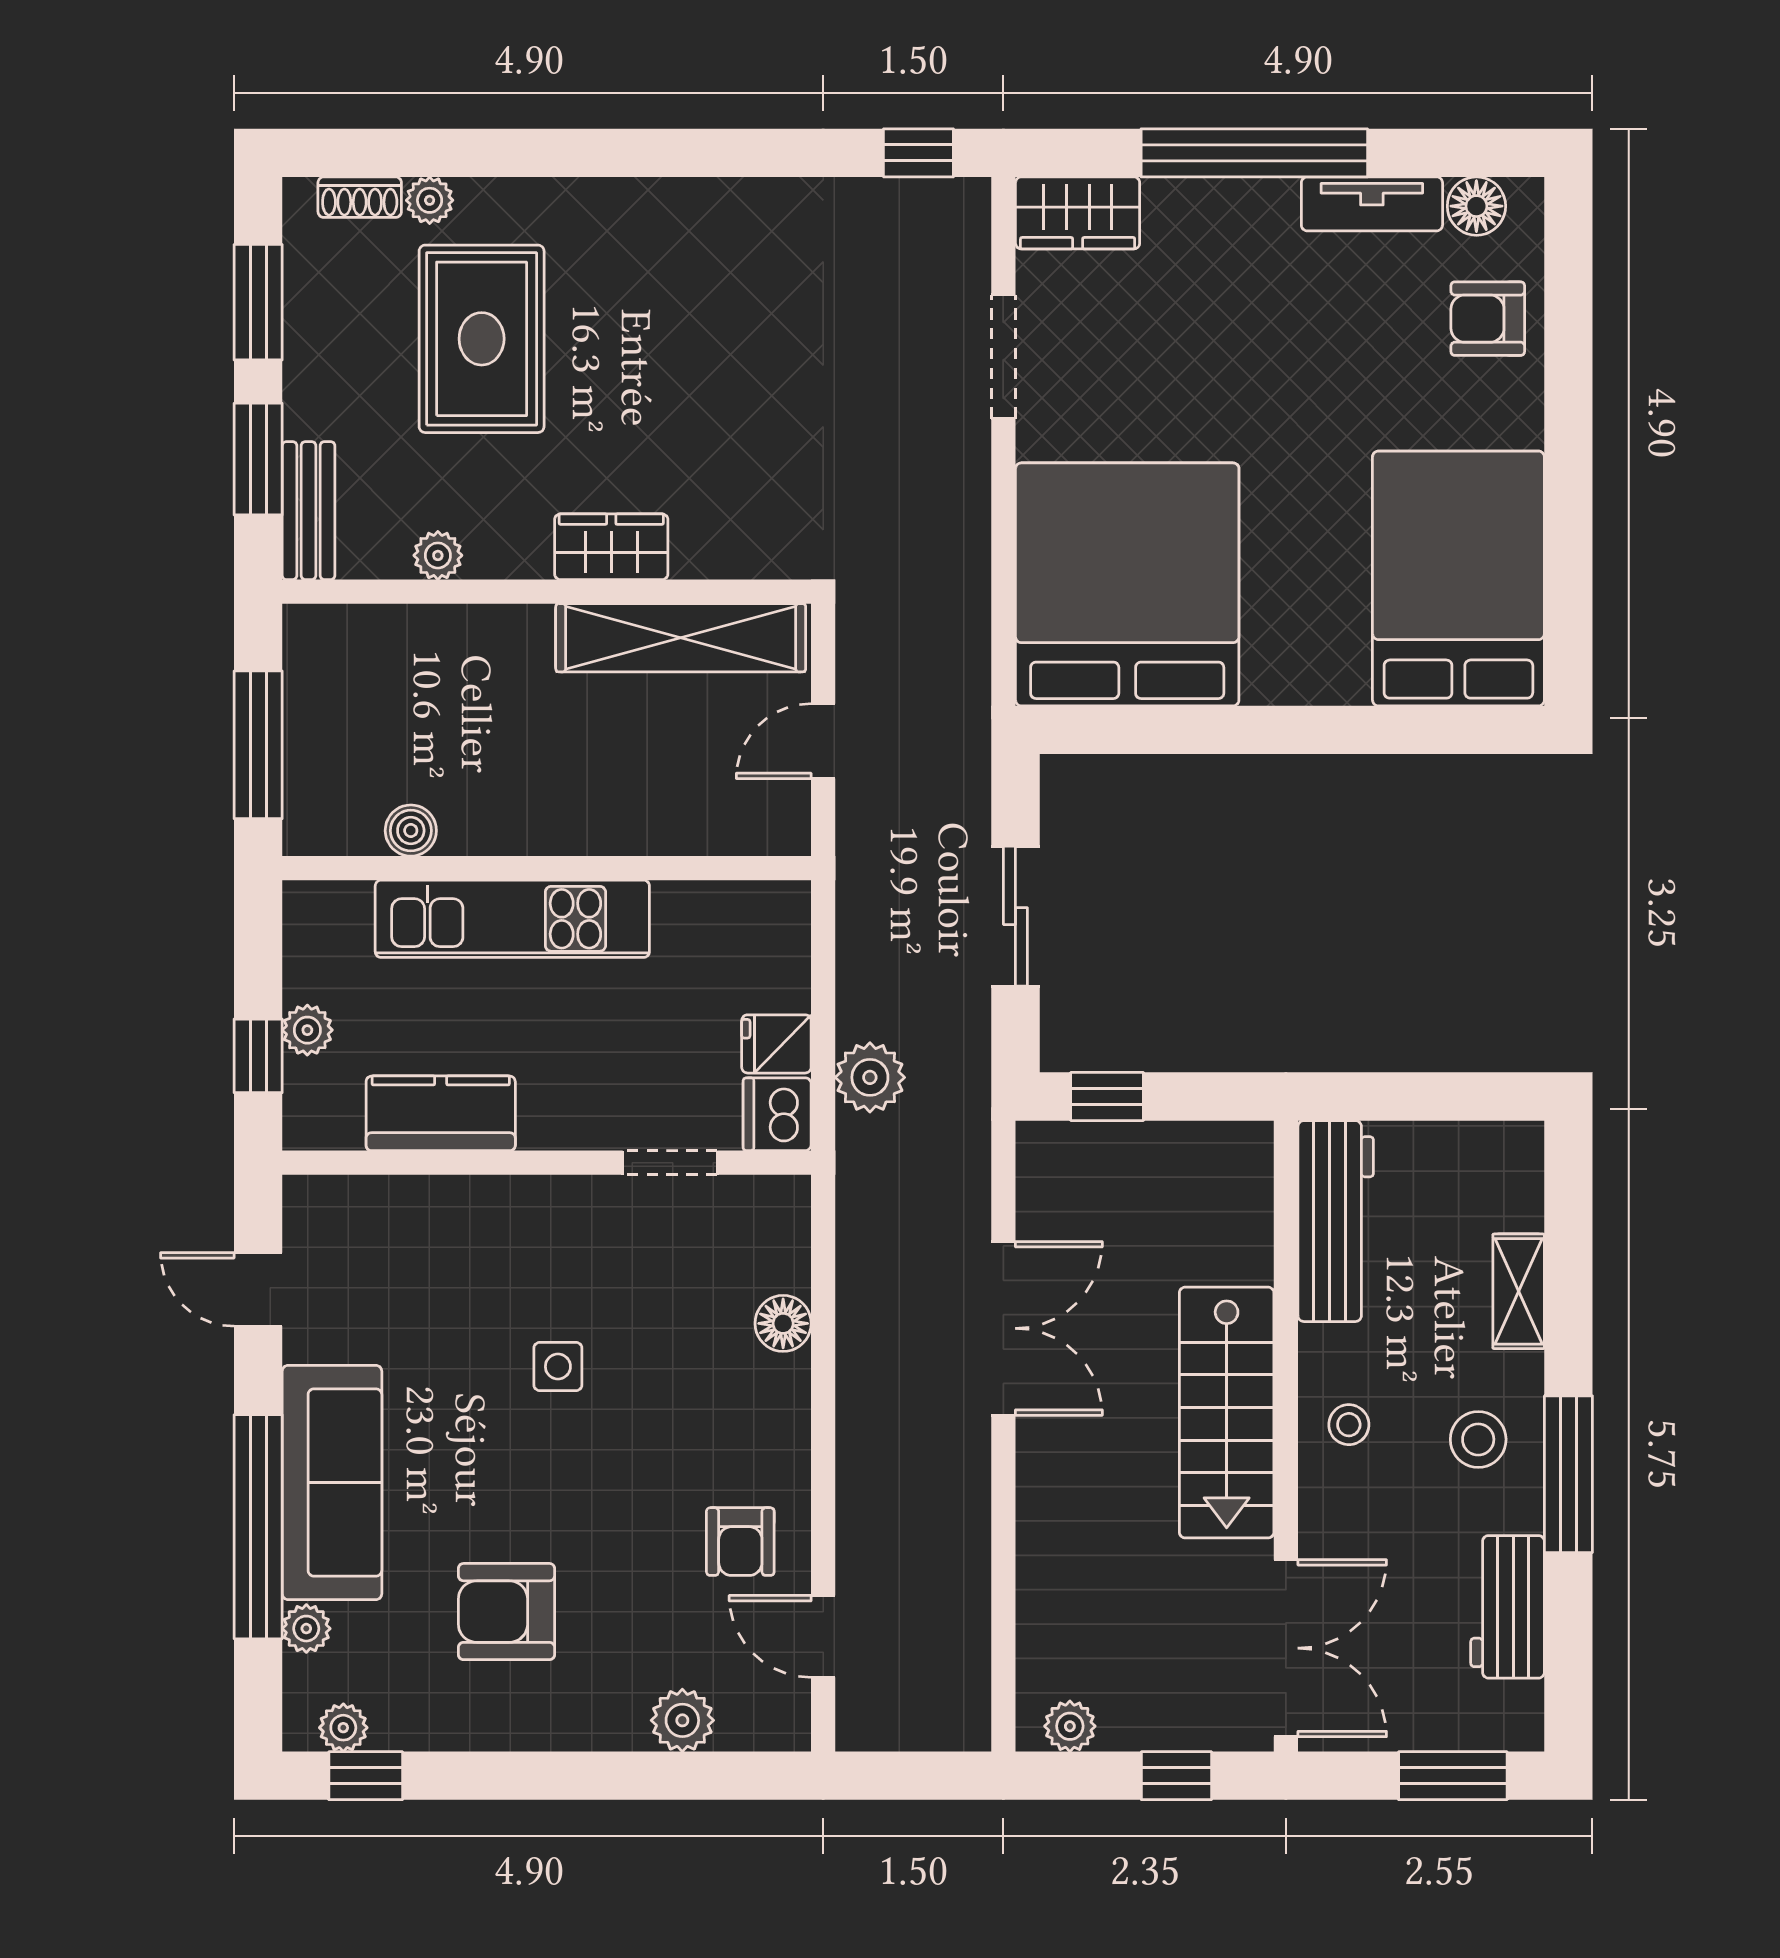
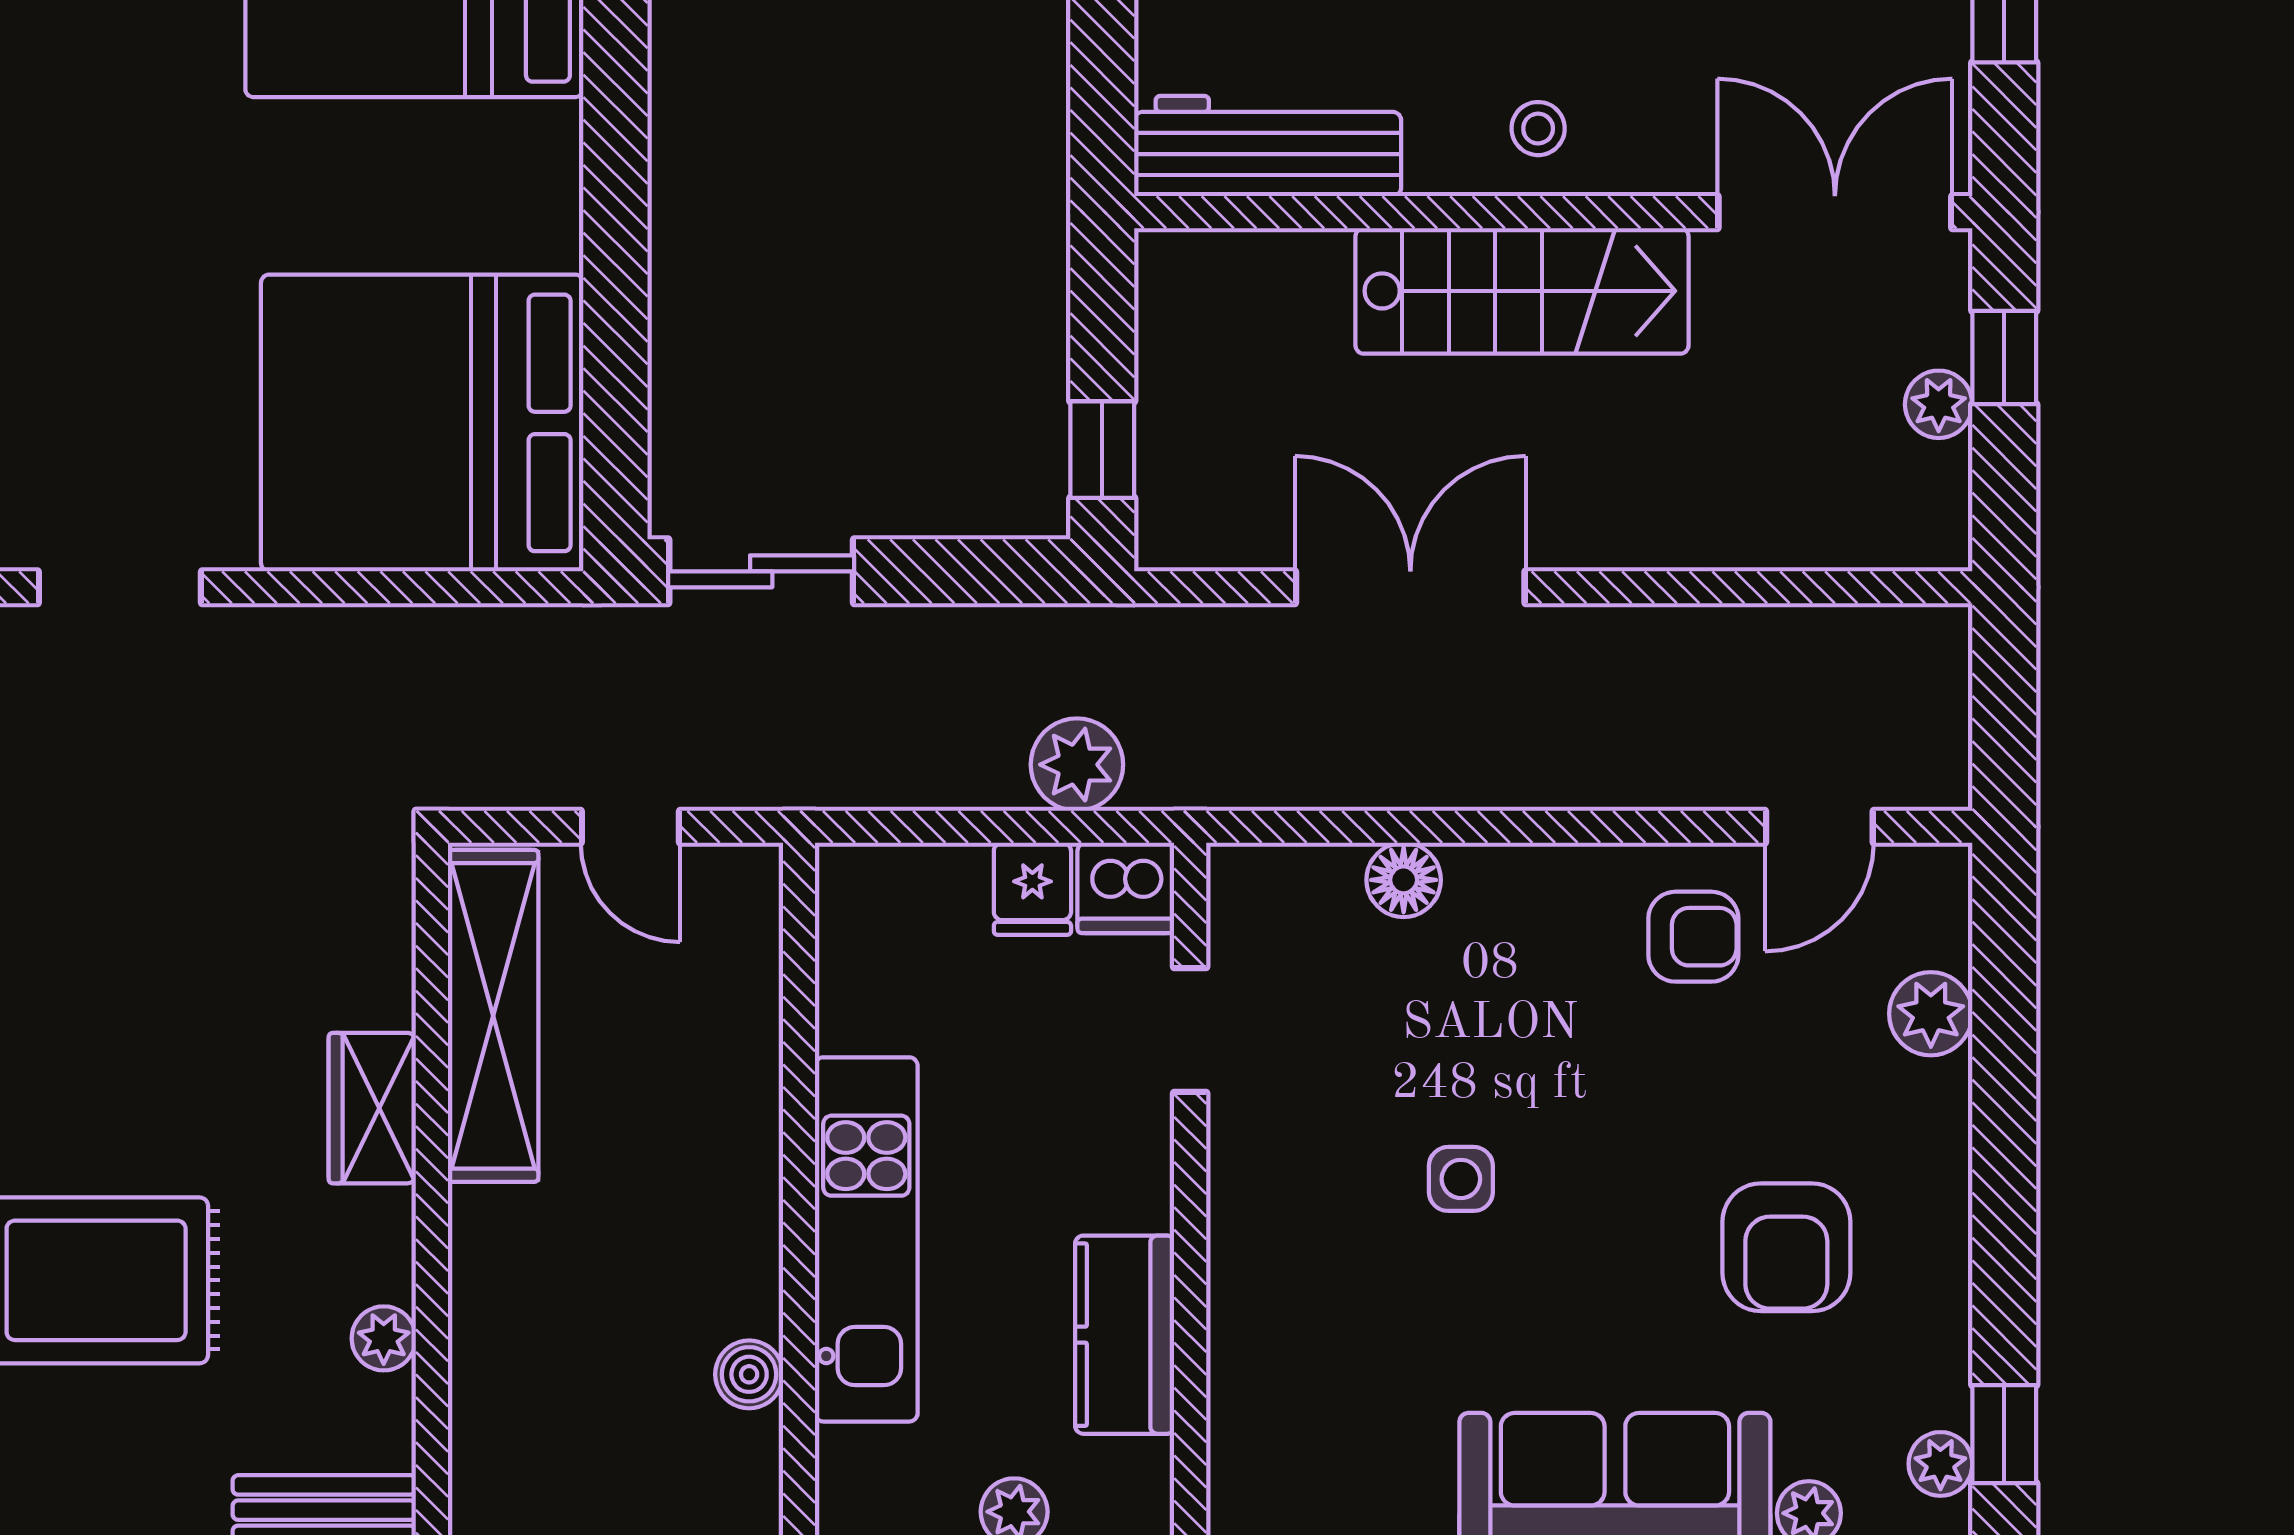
sliding door: (1015, 916) -> (761, 571), moved
plant: (1070, 1726) -> (1939, 404), moved

